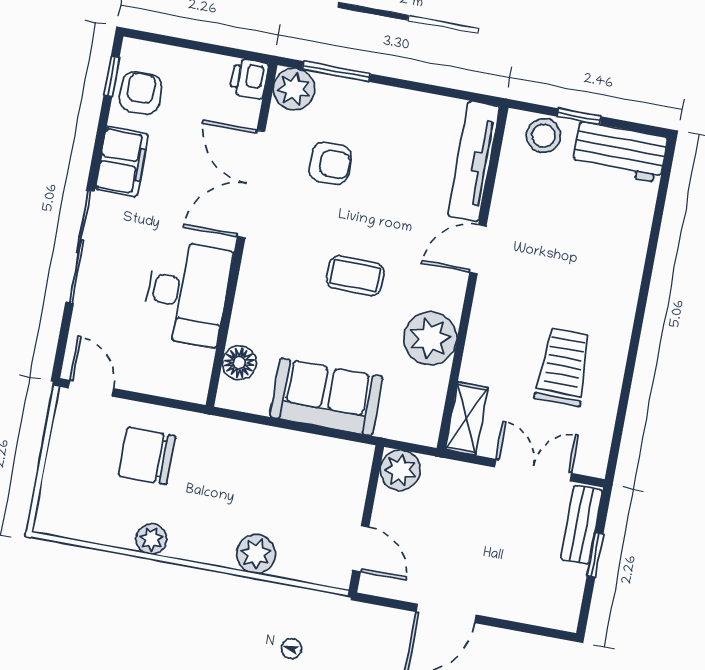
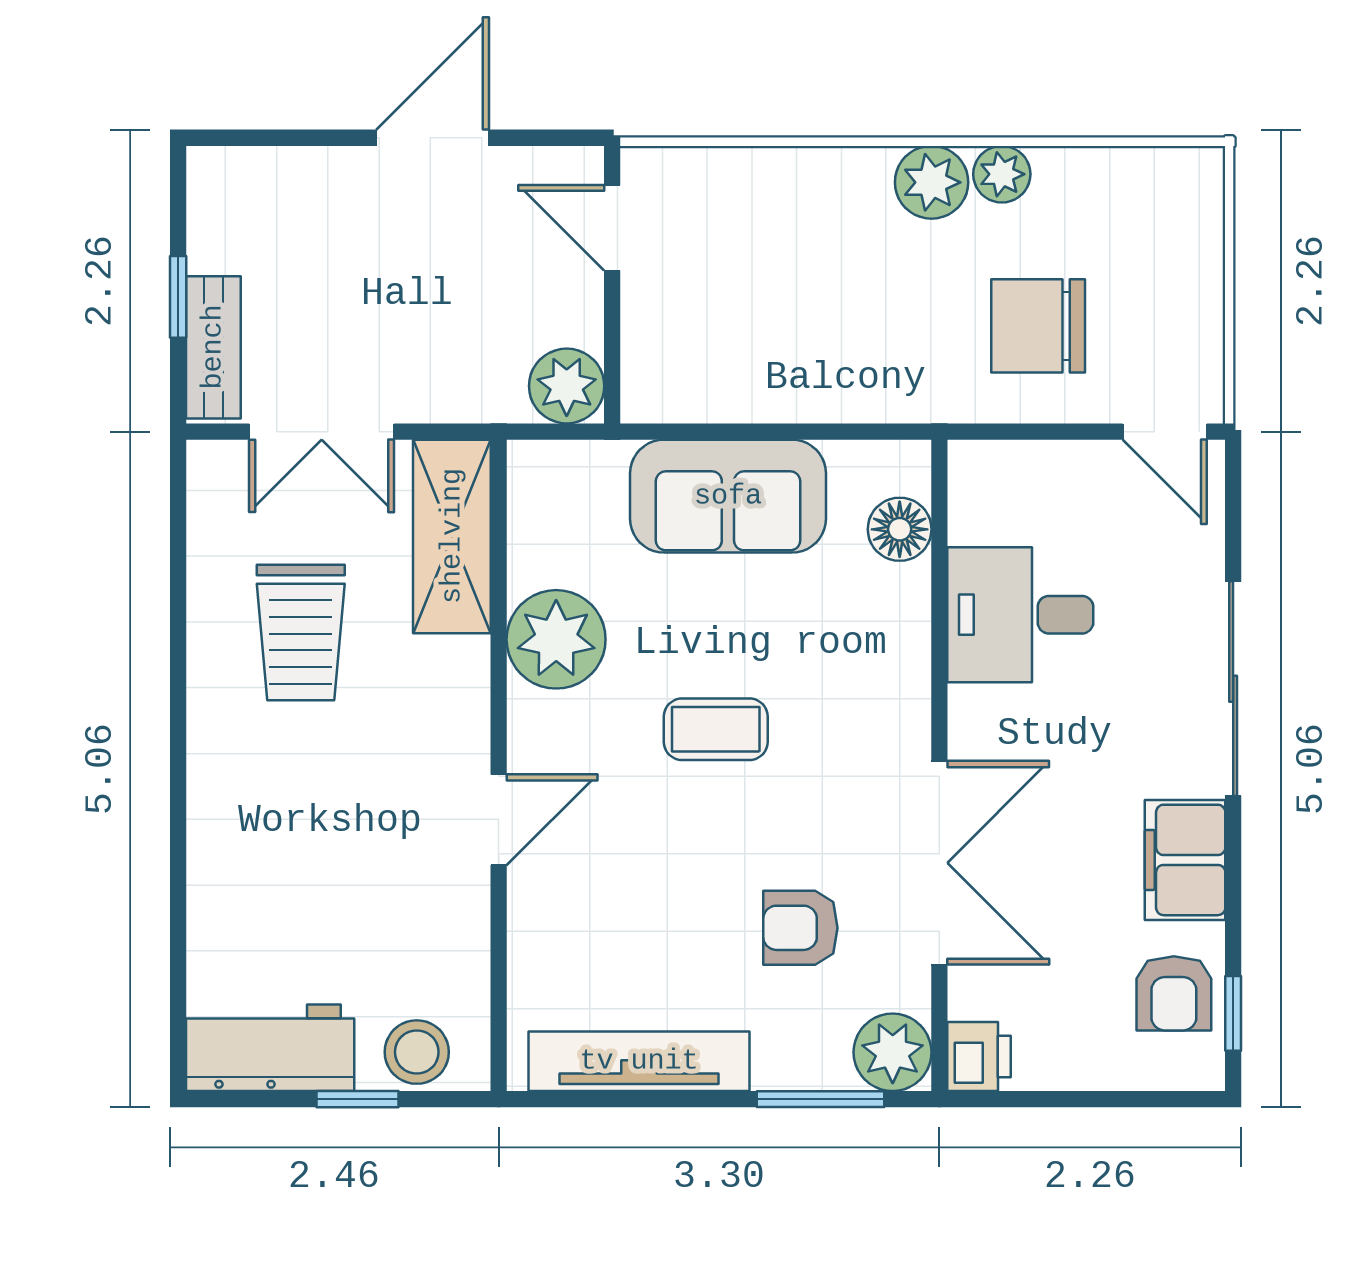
tv unit: (474, 161) -> (639, 1061), moved, turned -90
desk: (187, 293) -> (1020, 615), width x0.73
shelving: (467, 418) -> (452, 536), width x1.50, depth x1.33
chair: (147, 456) -> (1038, 326), turned 180
plant: (256, 554) -> (932, 182), moved

